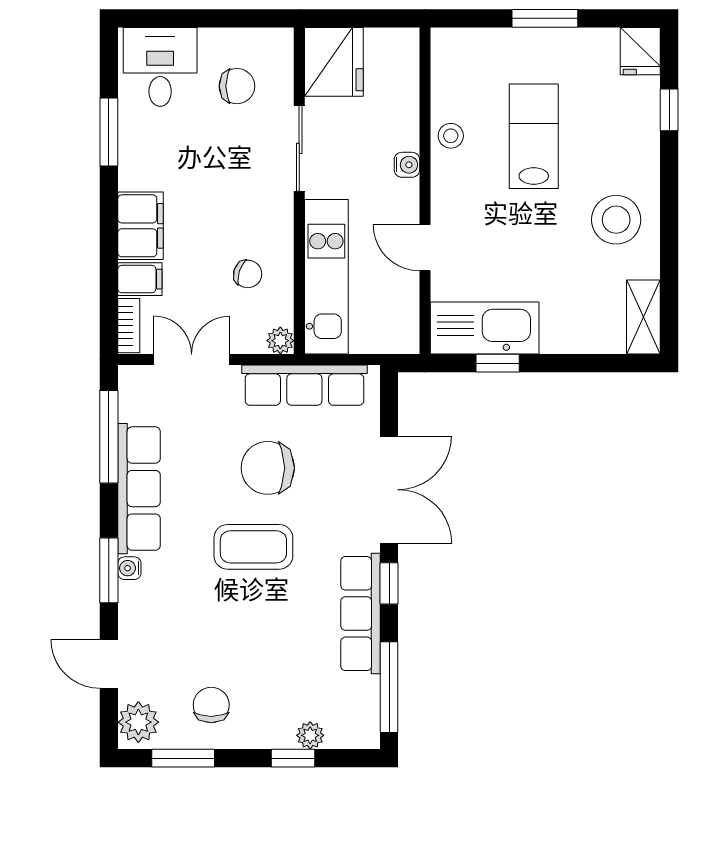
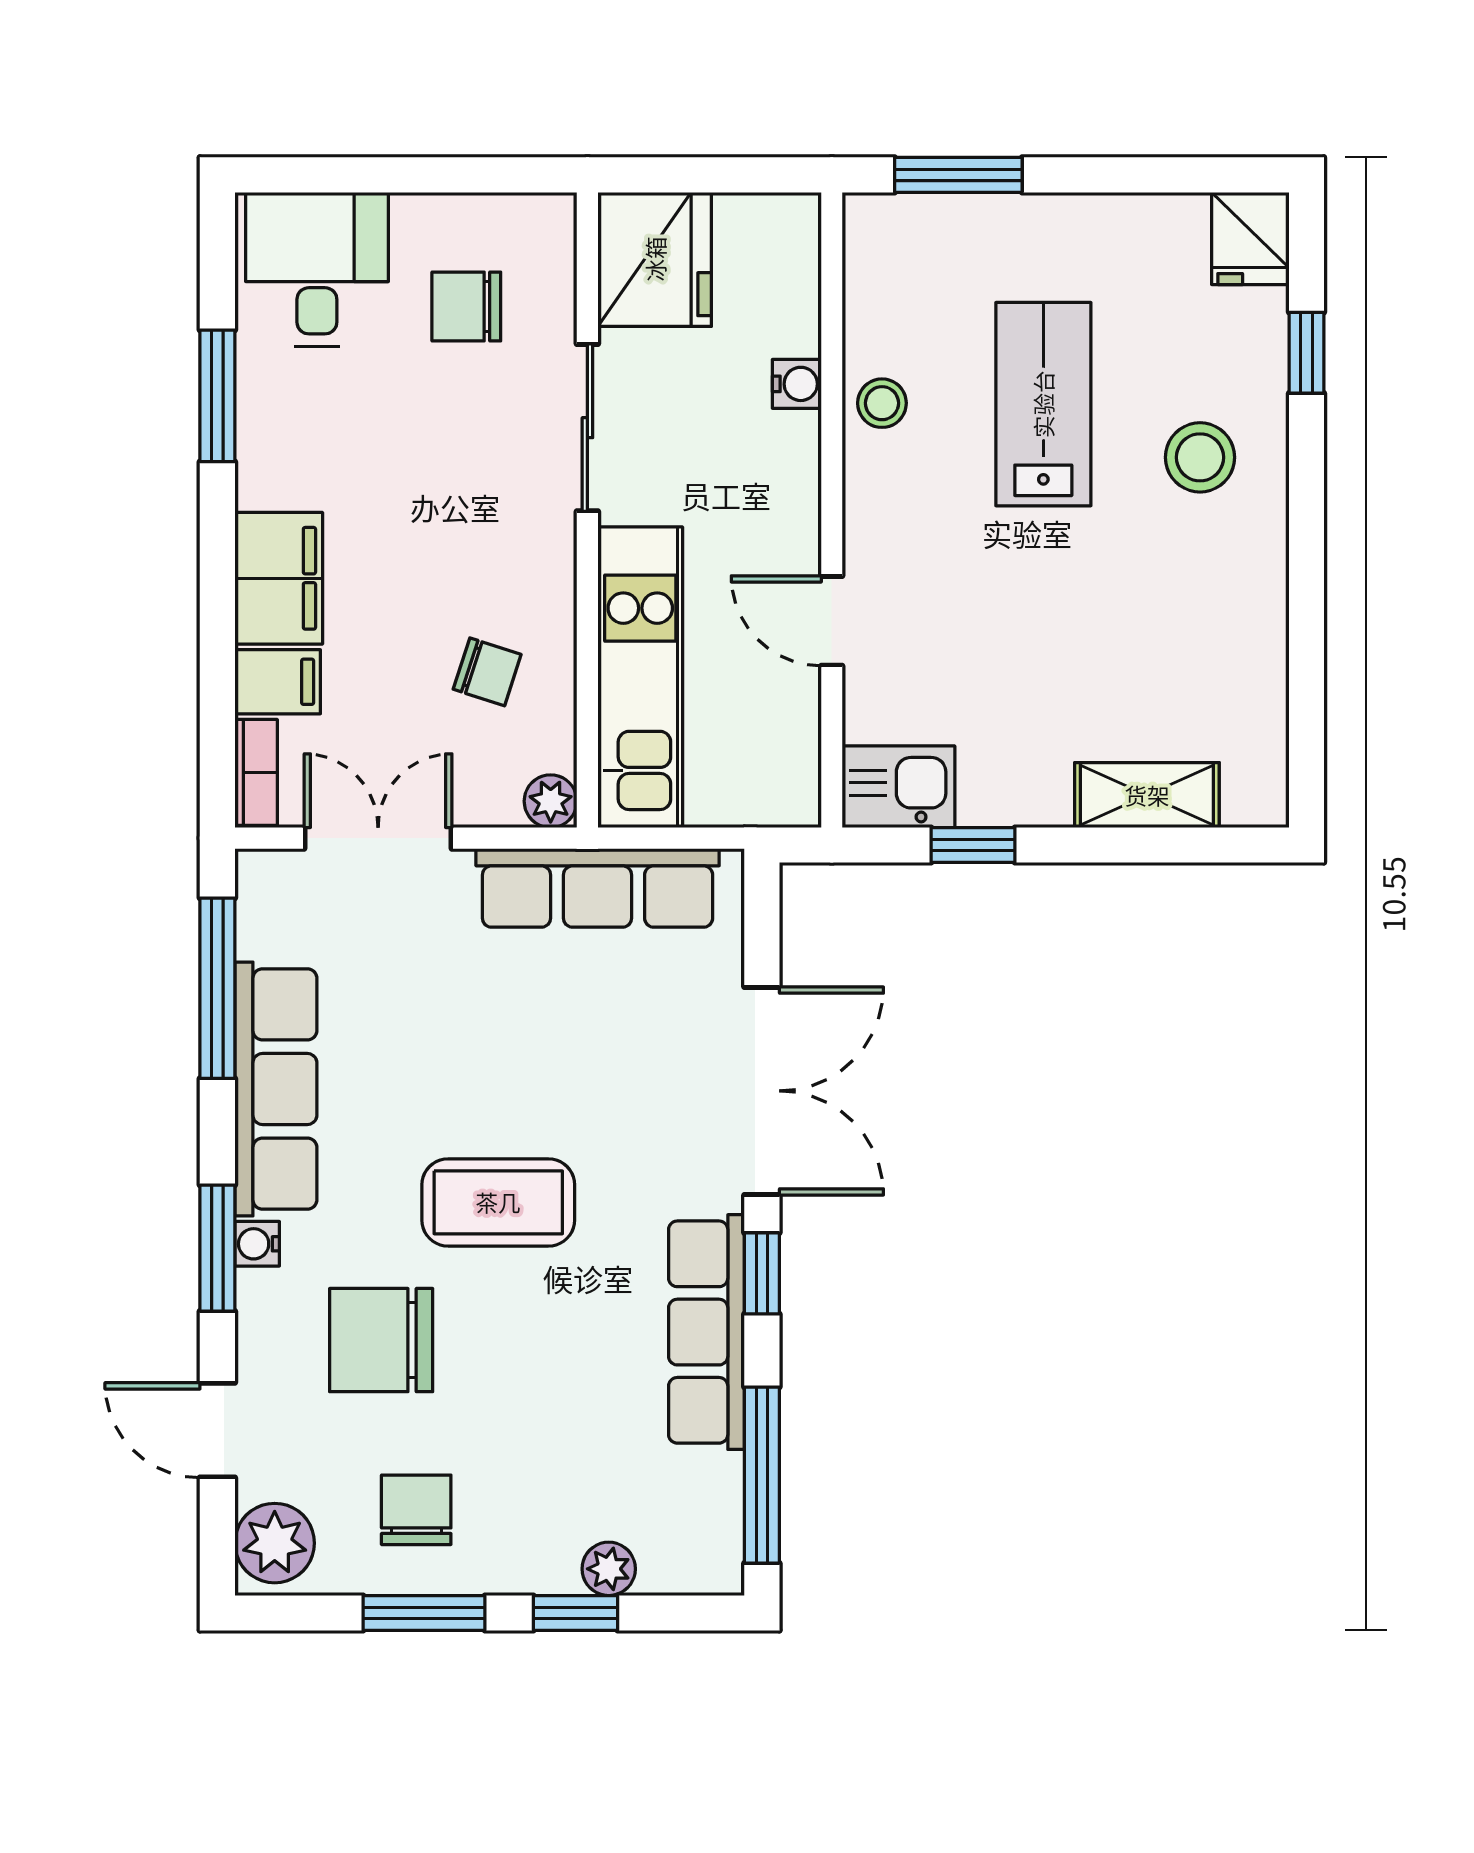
window: (545, 18) -> (958, 175), moved
chair: (237, 86) -> (466, 307), turned 180
water cooler: (407, 165) -> (797, 384), moved
stool: (616, 220) -> (1200, 457), moved, width x0.73, depth x0.73
shelving: (643, 317) -> (1147, 795), moved, turned 90
kitchen sink: (485, 328) -> (899, 787), width x0.53, depth x0.81
chair: (268, 468) -> (381, 1340), moved
window: (183, 758) -> (424, 1613), moved

